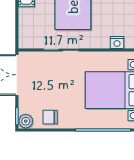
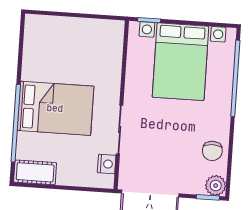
nightstand: (117, 42) -> (107, 164), moved

